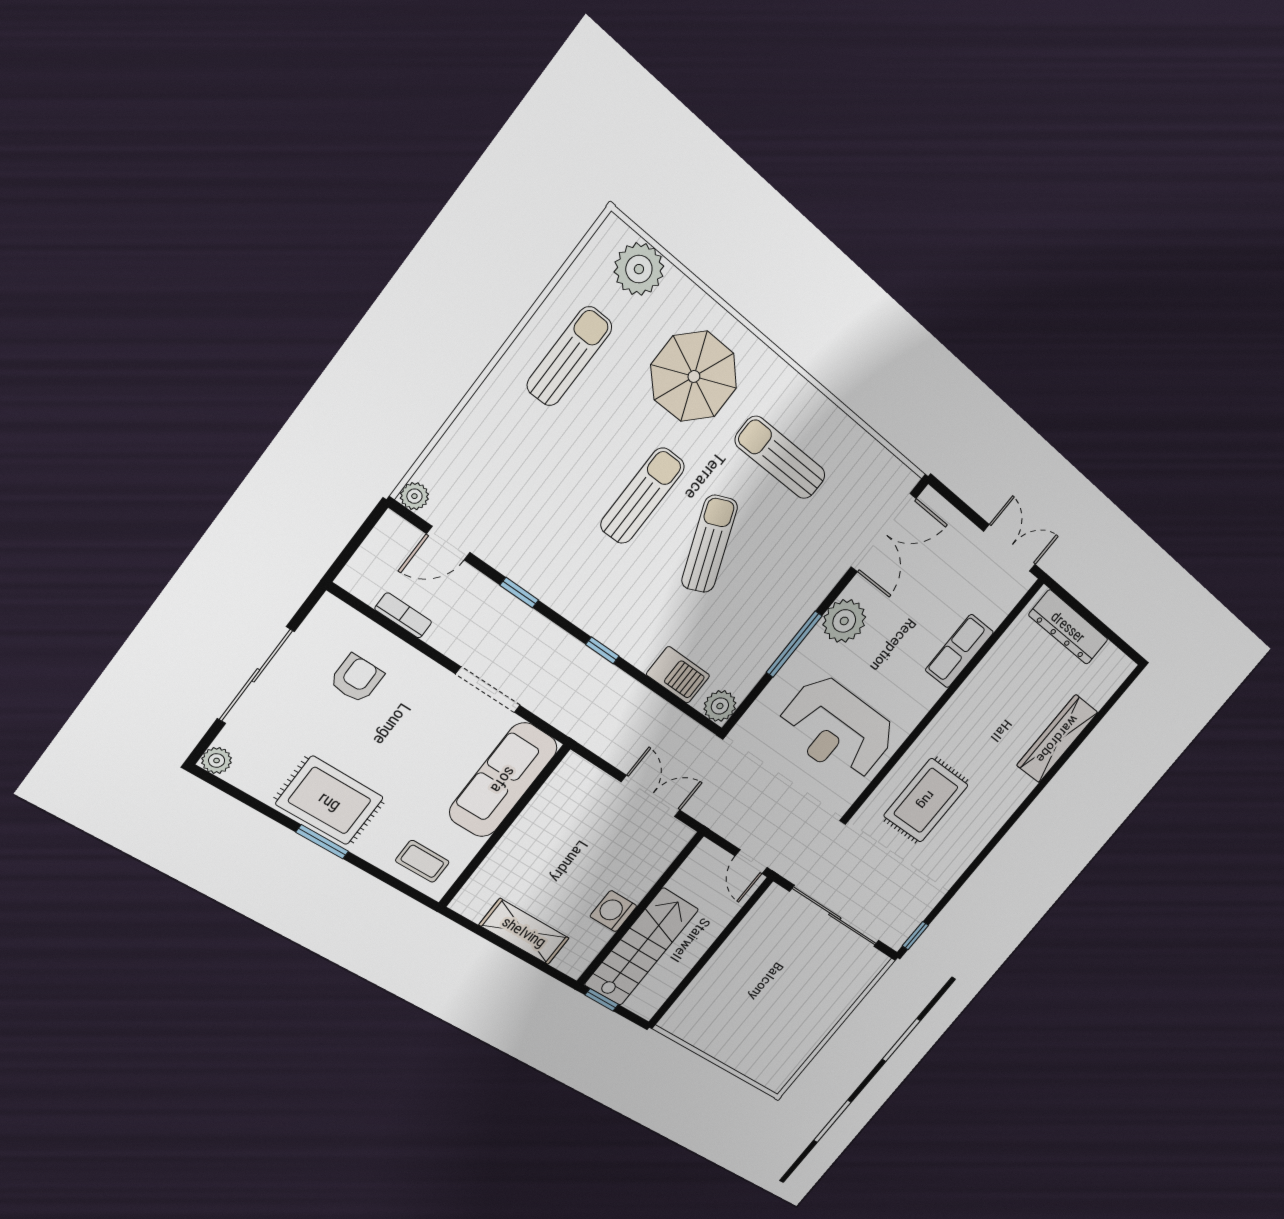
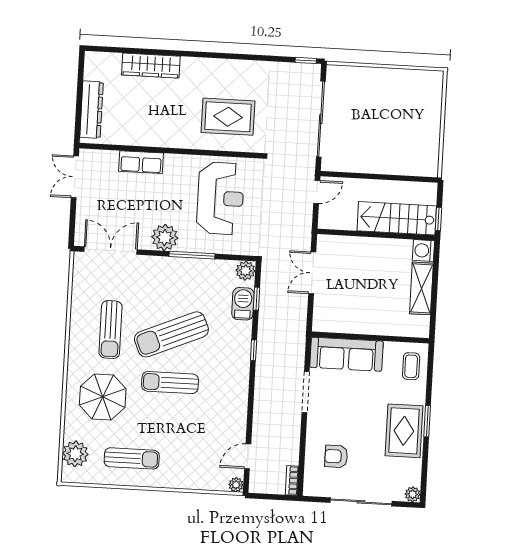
sun lounger: (569, 356) -> (132, 458), turned 180
door: (448, 543) -> (248, 456), swing flipped
sun lounger: (709, 544) -> (171, 334), width x1.36, depth x1.34
window: (519, 593) -> (256, 299), moved
bookcase: (403, 615) -> (292, 480), moved
washing machine: (613, 911) -> (423, 250), moved, turned 90

